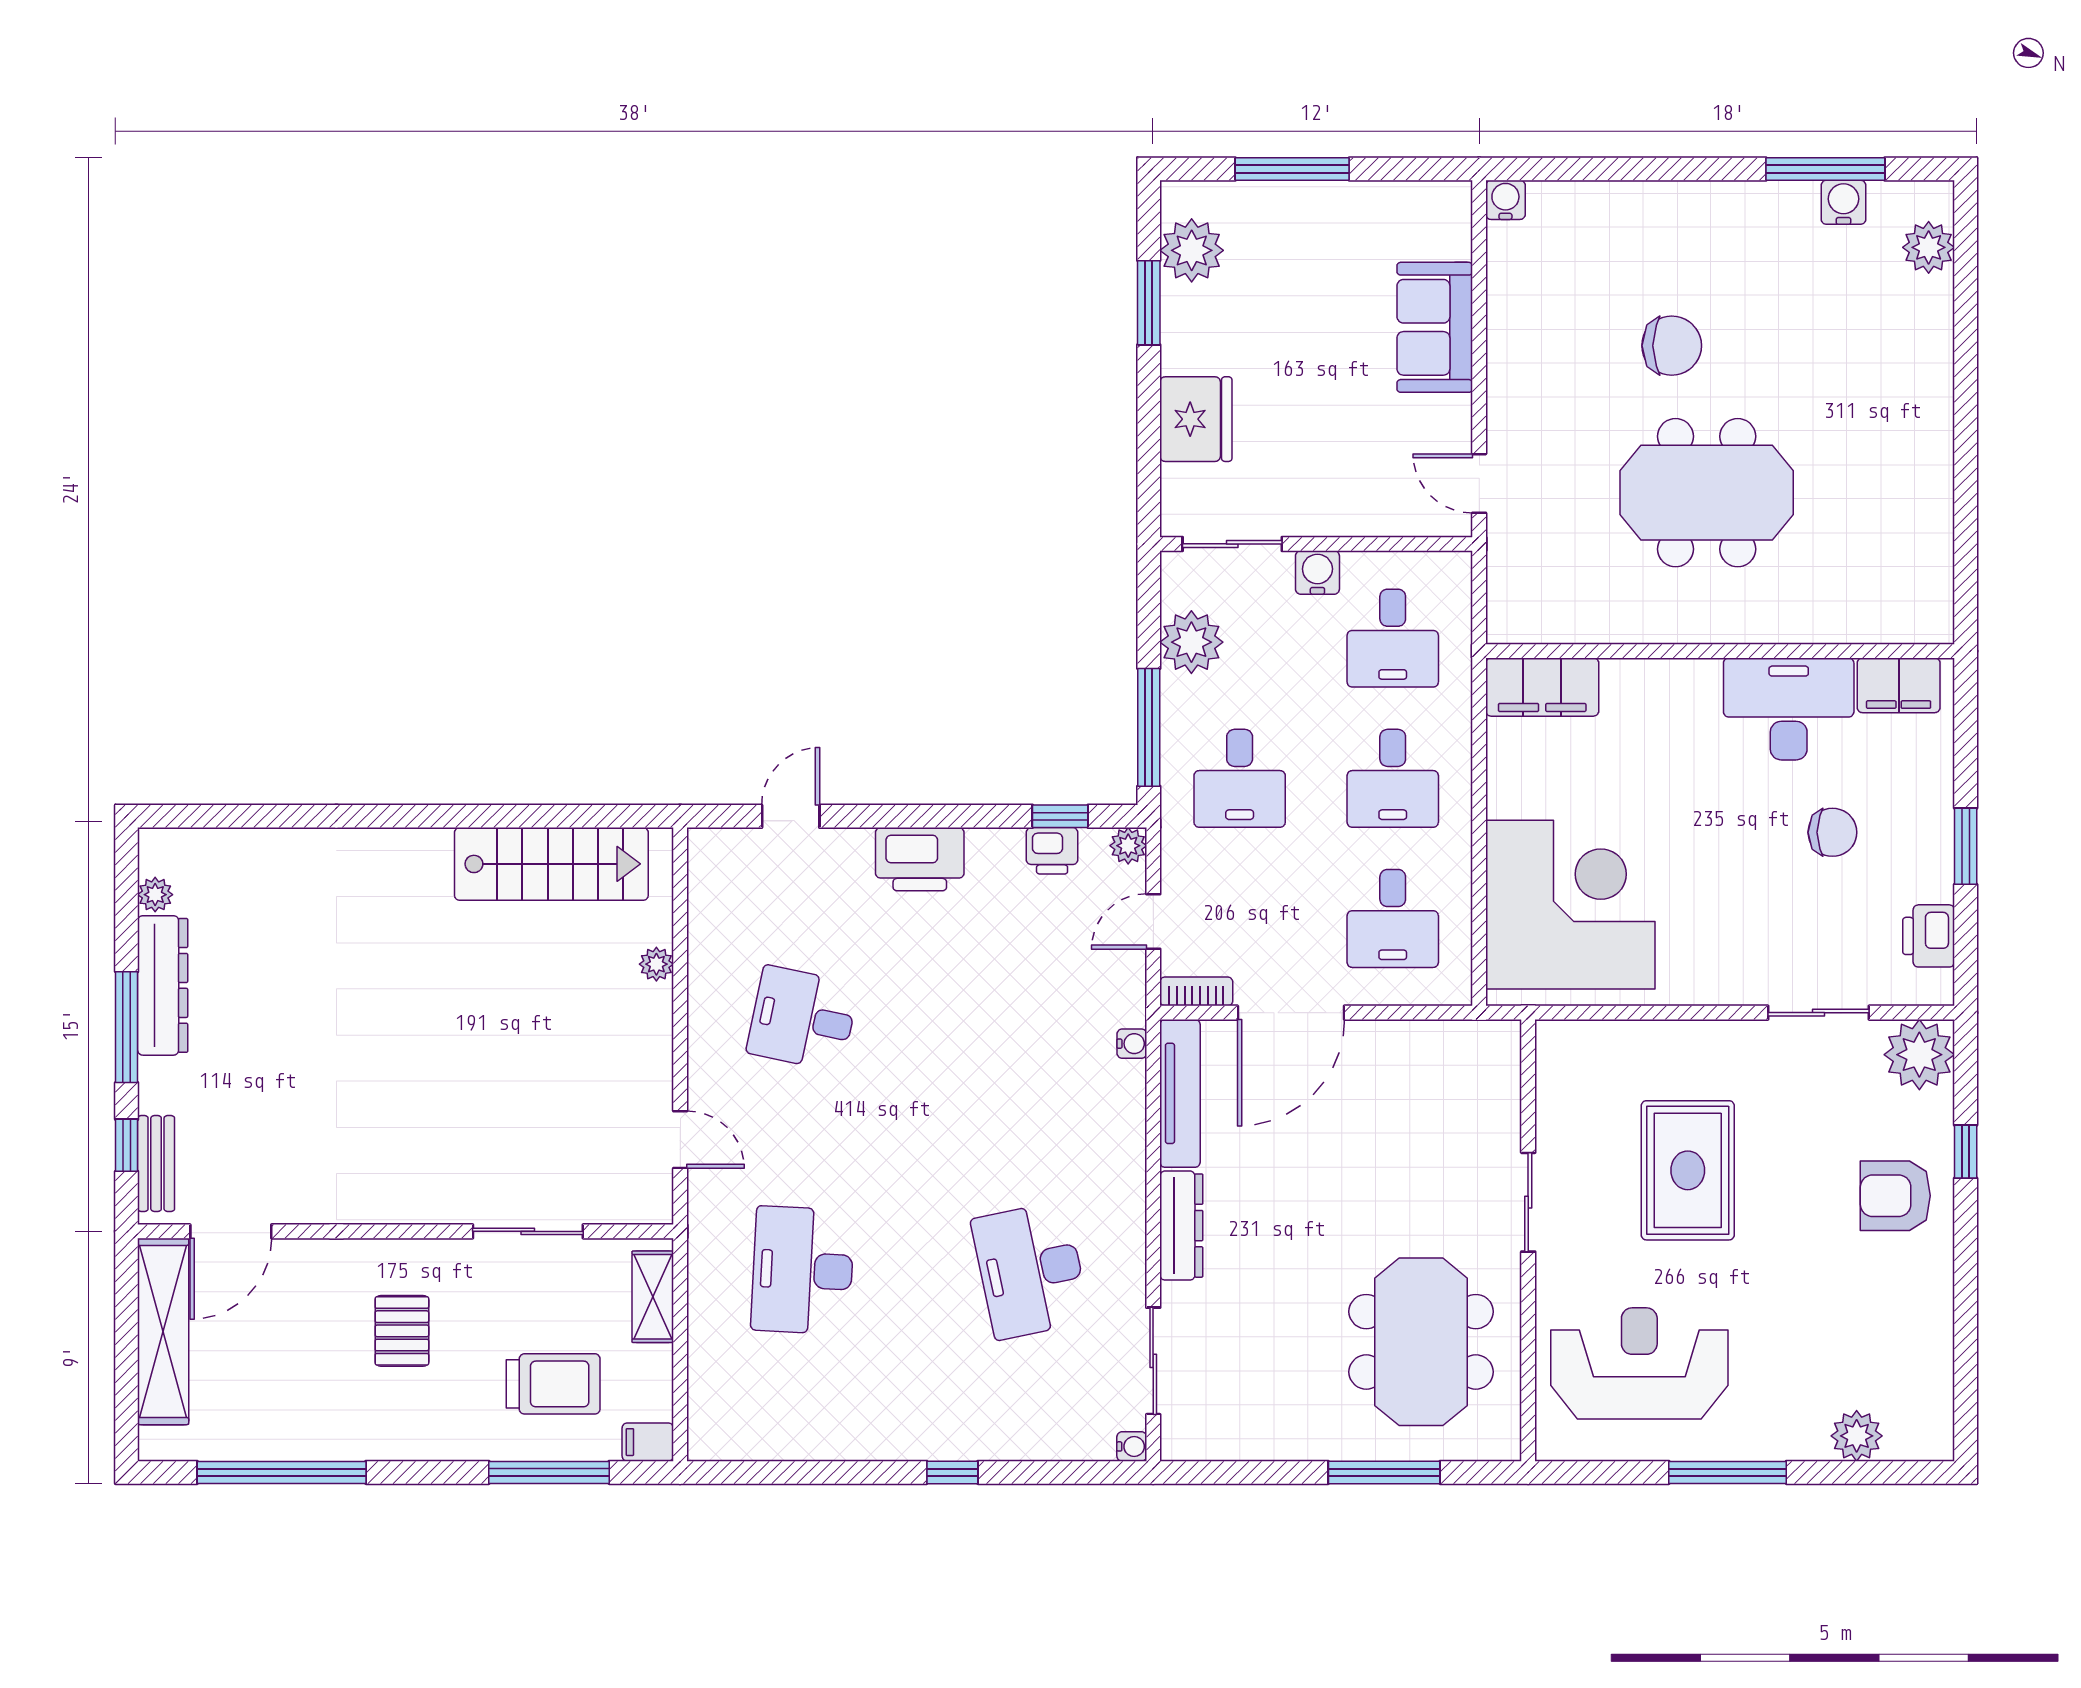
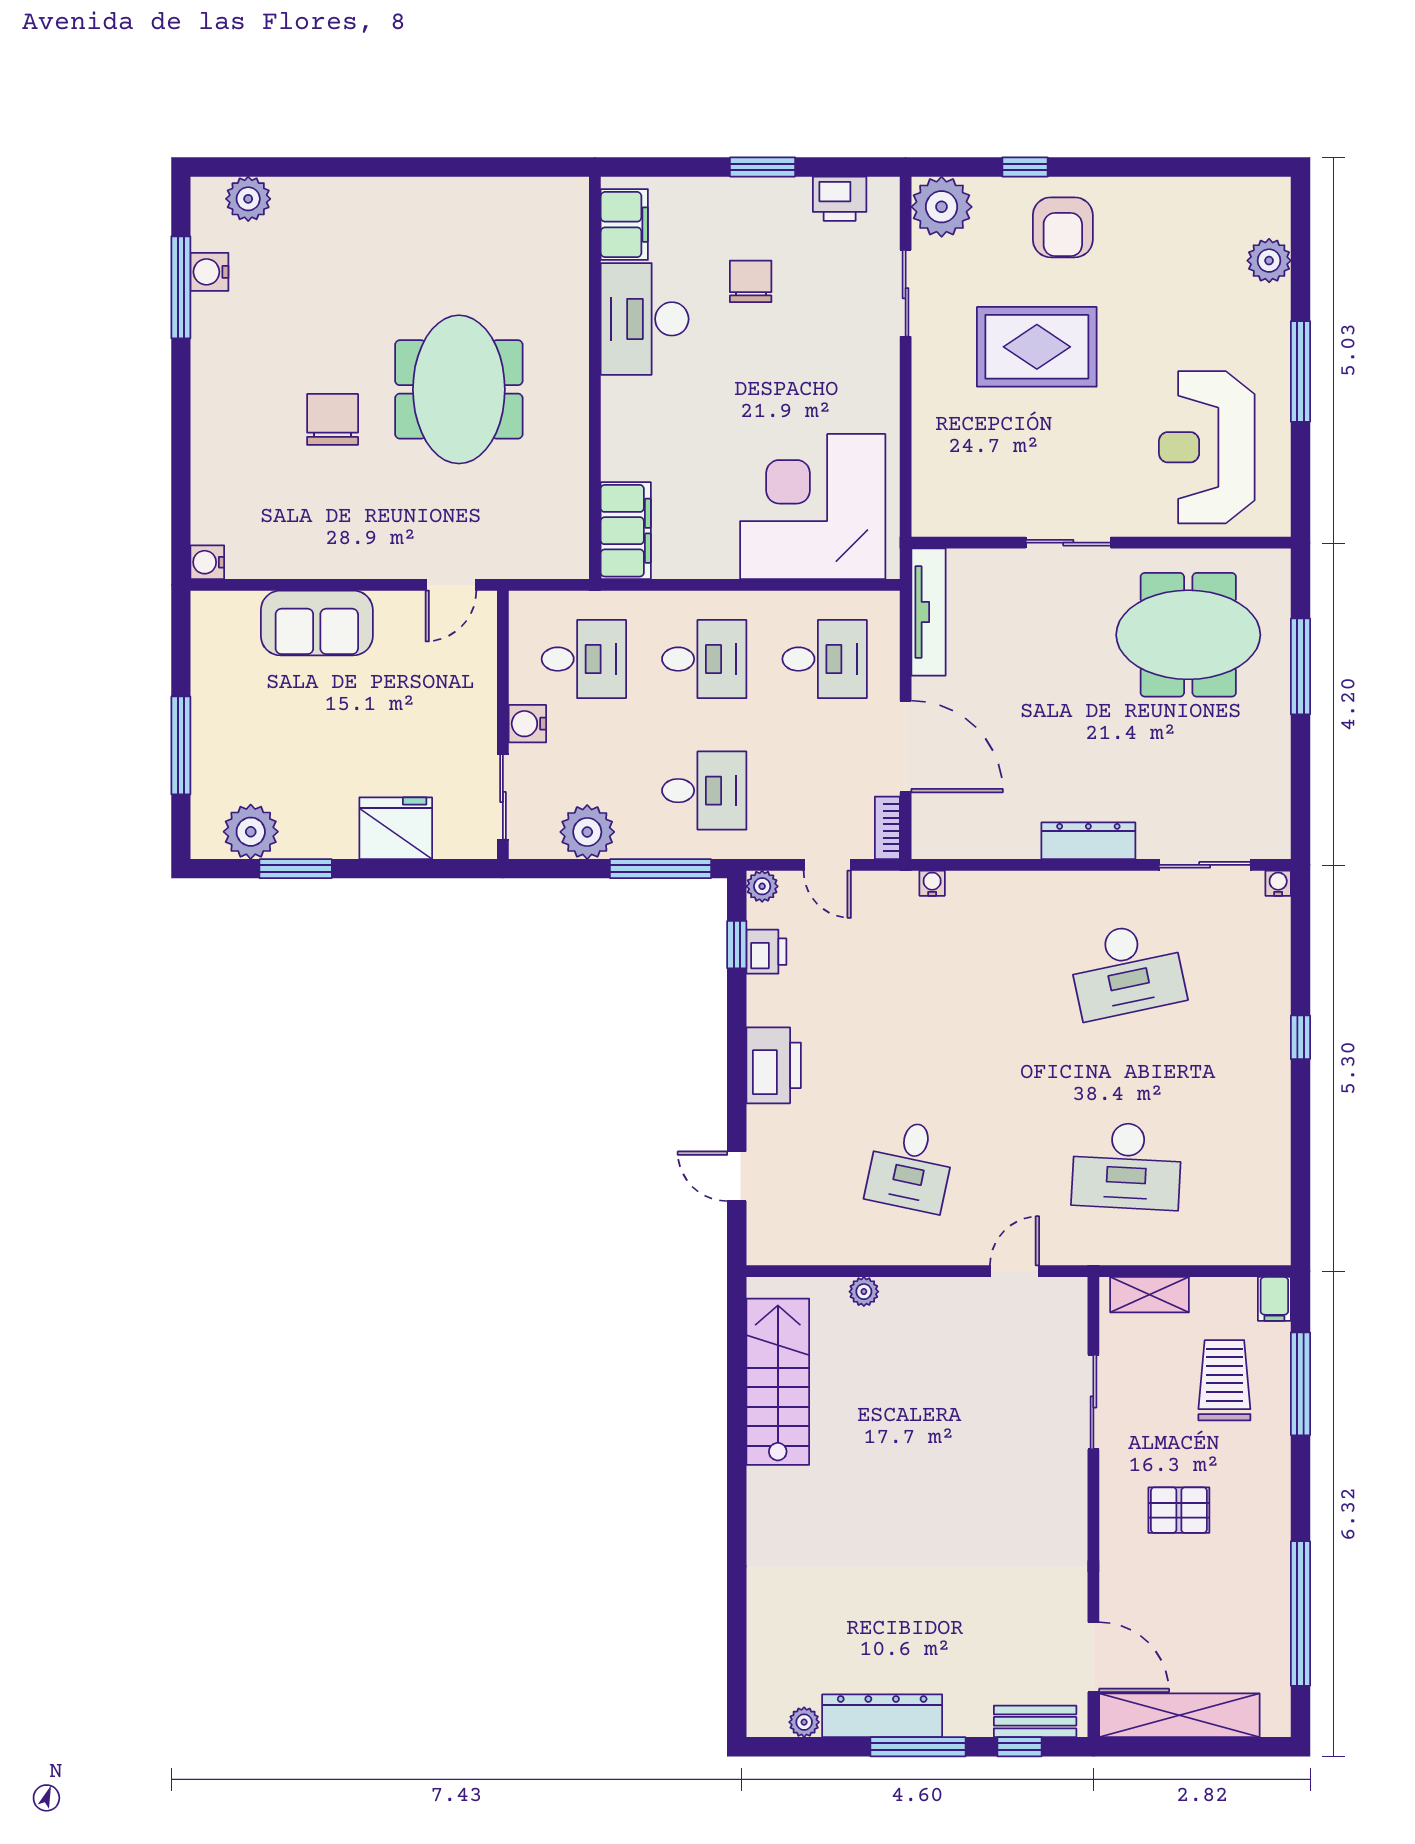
tv unit: (1180, 1093) -> (929, 612), moved, turned 90
rug: (1688, 1170) -> (1037, 347), moved

